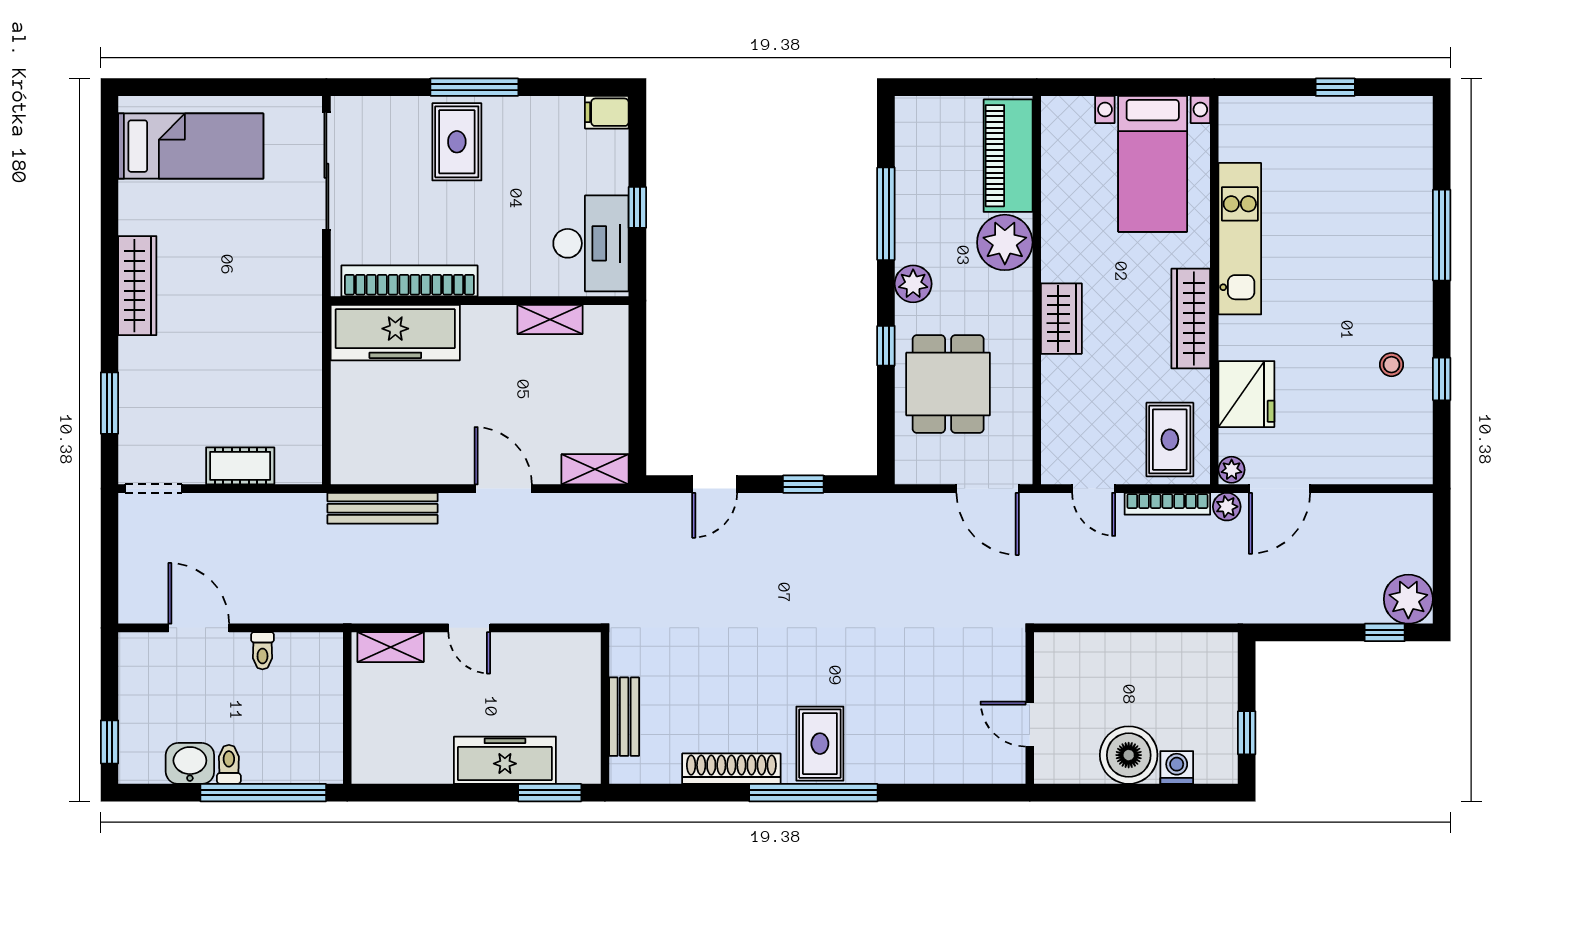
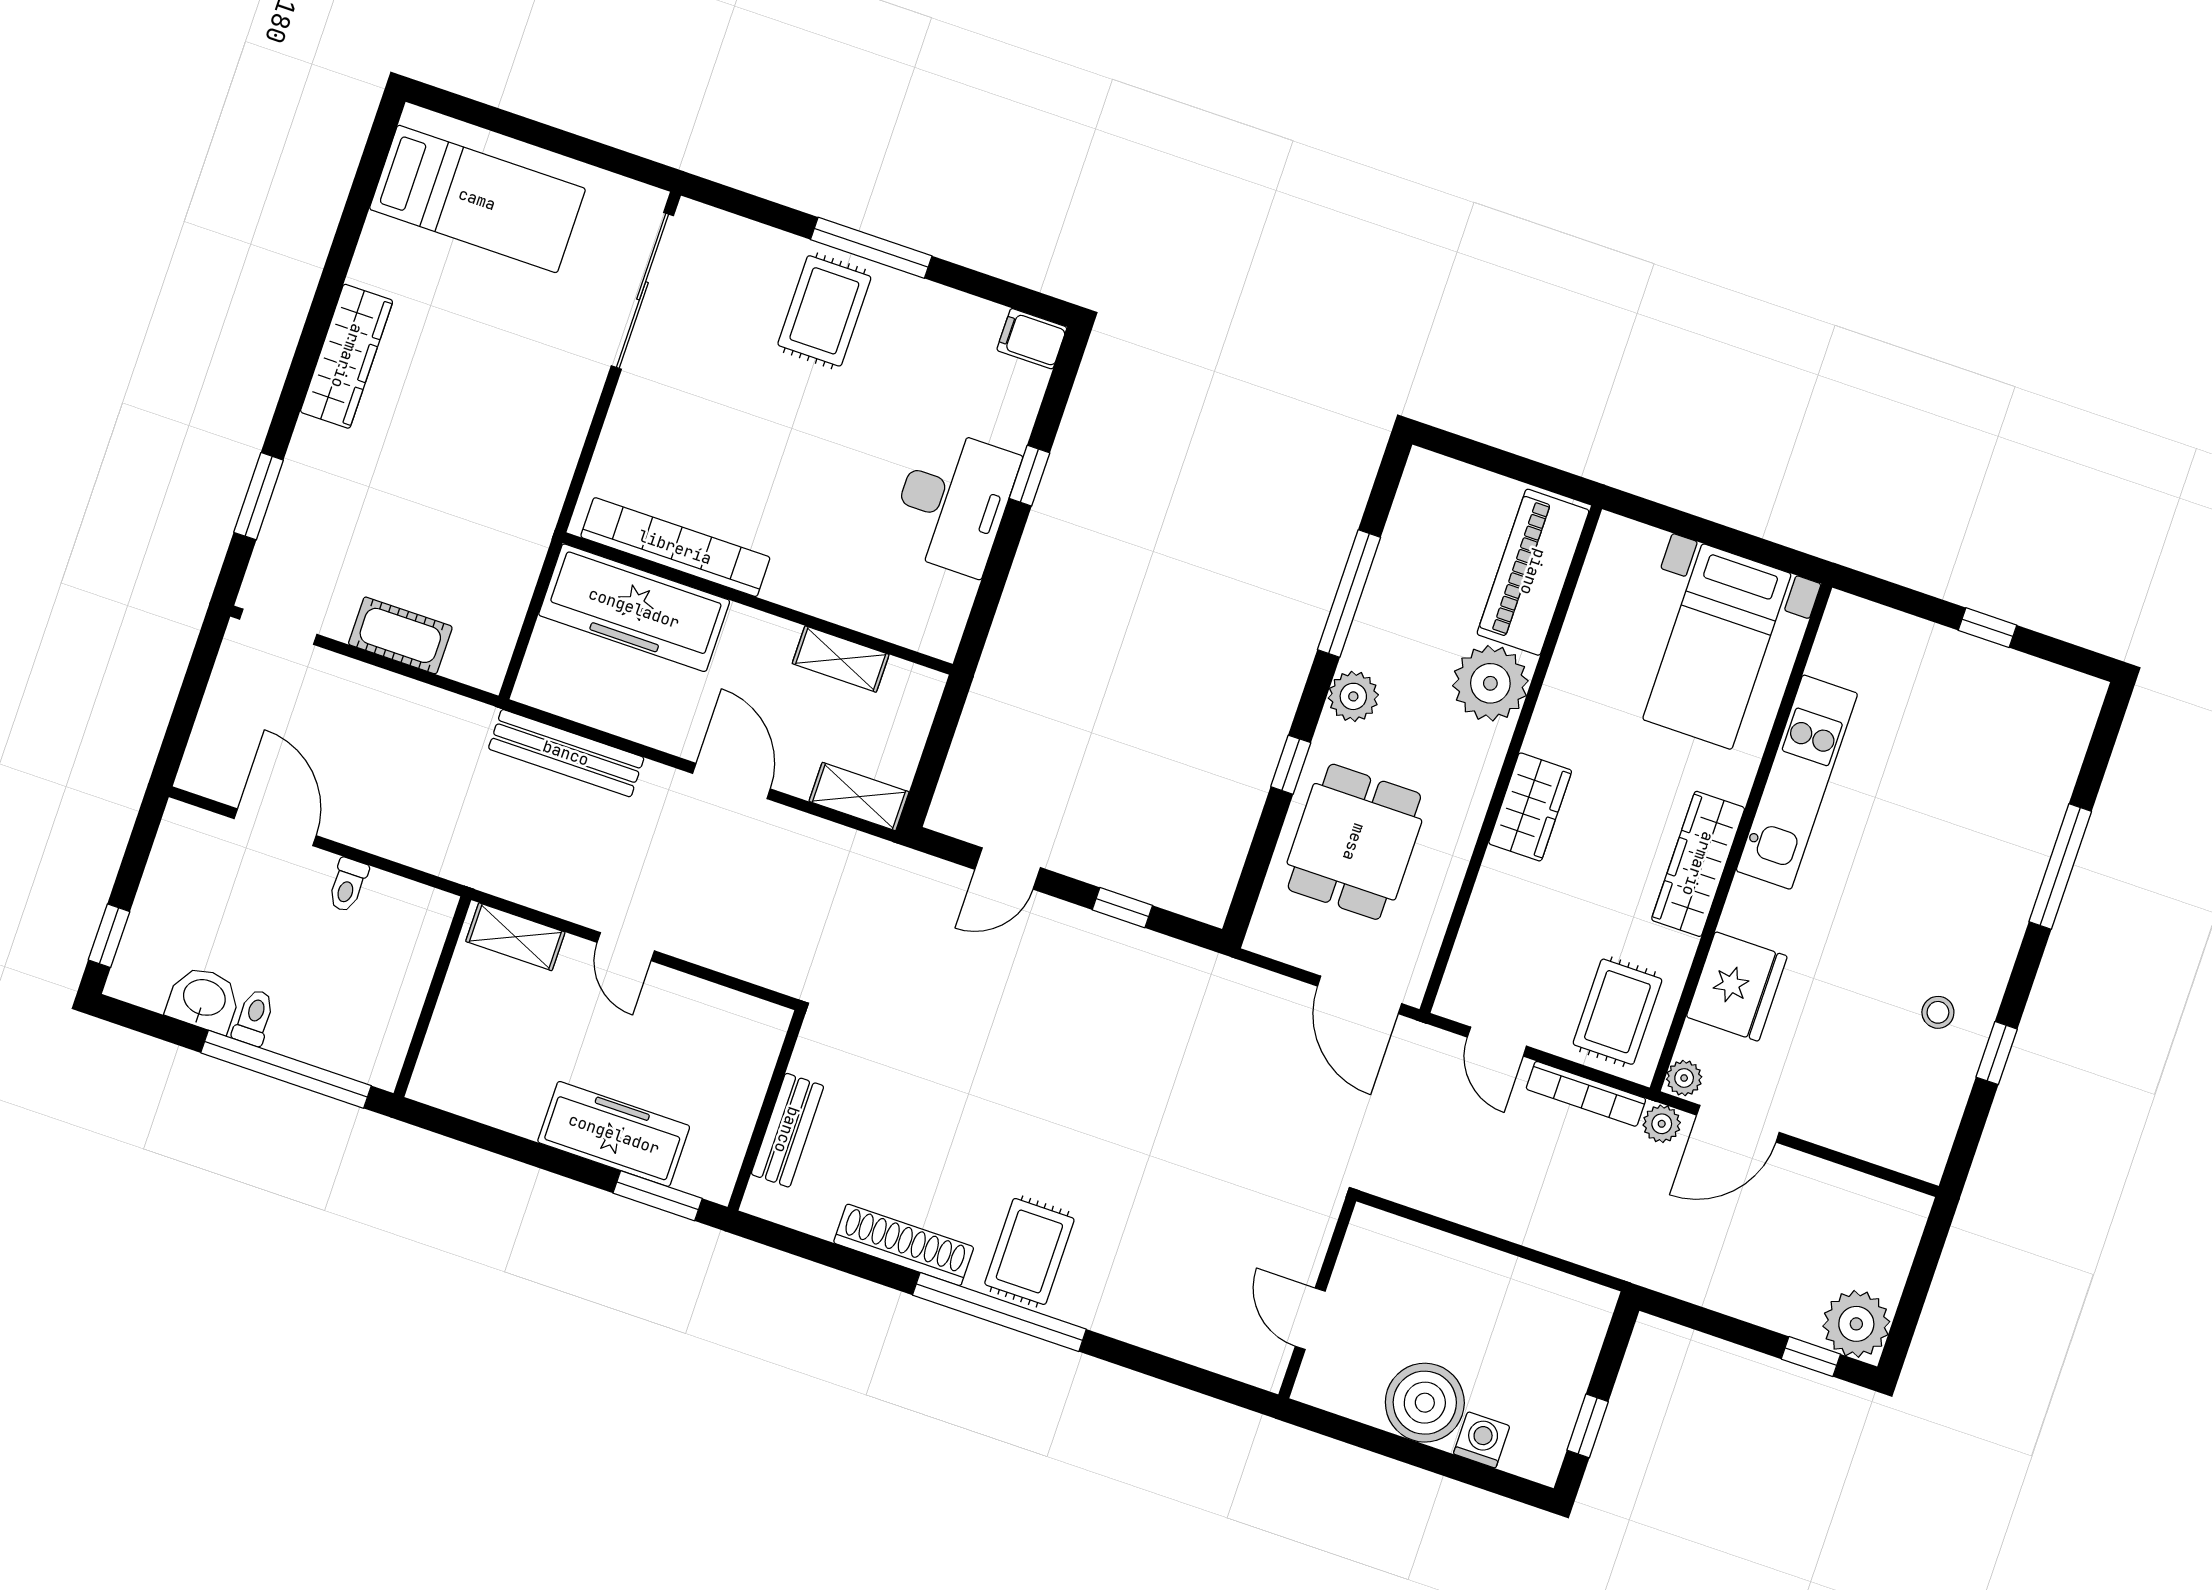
bookcase: (409, 281) -> (675, 547), moved
wall: (480, 301) -> (758, 604), moved
shelving: (550, 319) -> (841, 659), moved
freezer: (395, 333) -> (634, 608), moved

